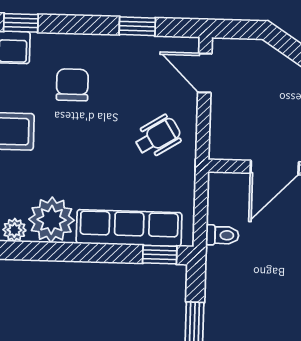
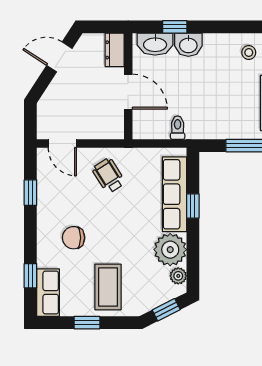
door: (205, 73) -> (62, 143), hinge flipped
window: (160, 255) -> (193, 206), moved

